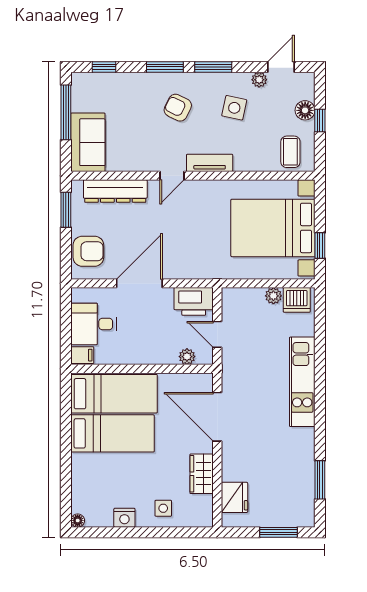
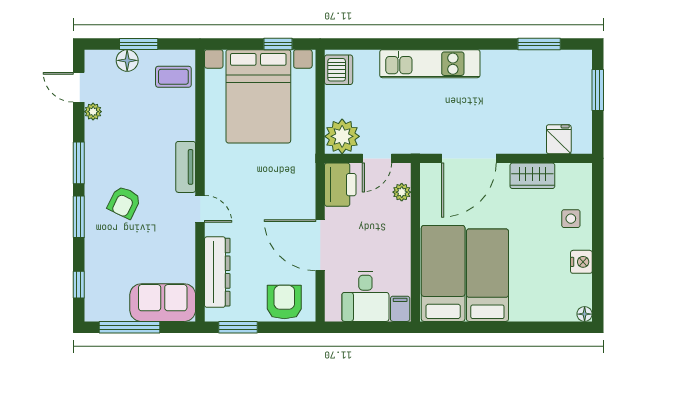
side table: (234, 108) -> (124, 139), removed
window: (320, 121) -> (139, 44), width x1.50
plant: (273, 296) -> (342, 136), moved, width x1.88, depth x1.88
fridge: (234, 497) -> (559, 139), width x0.72

